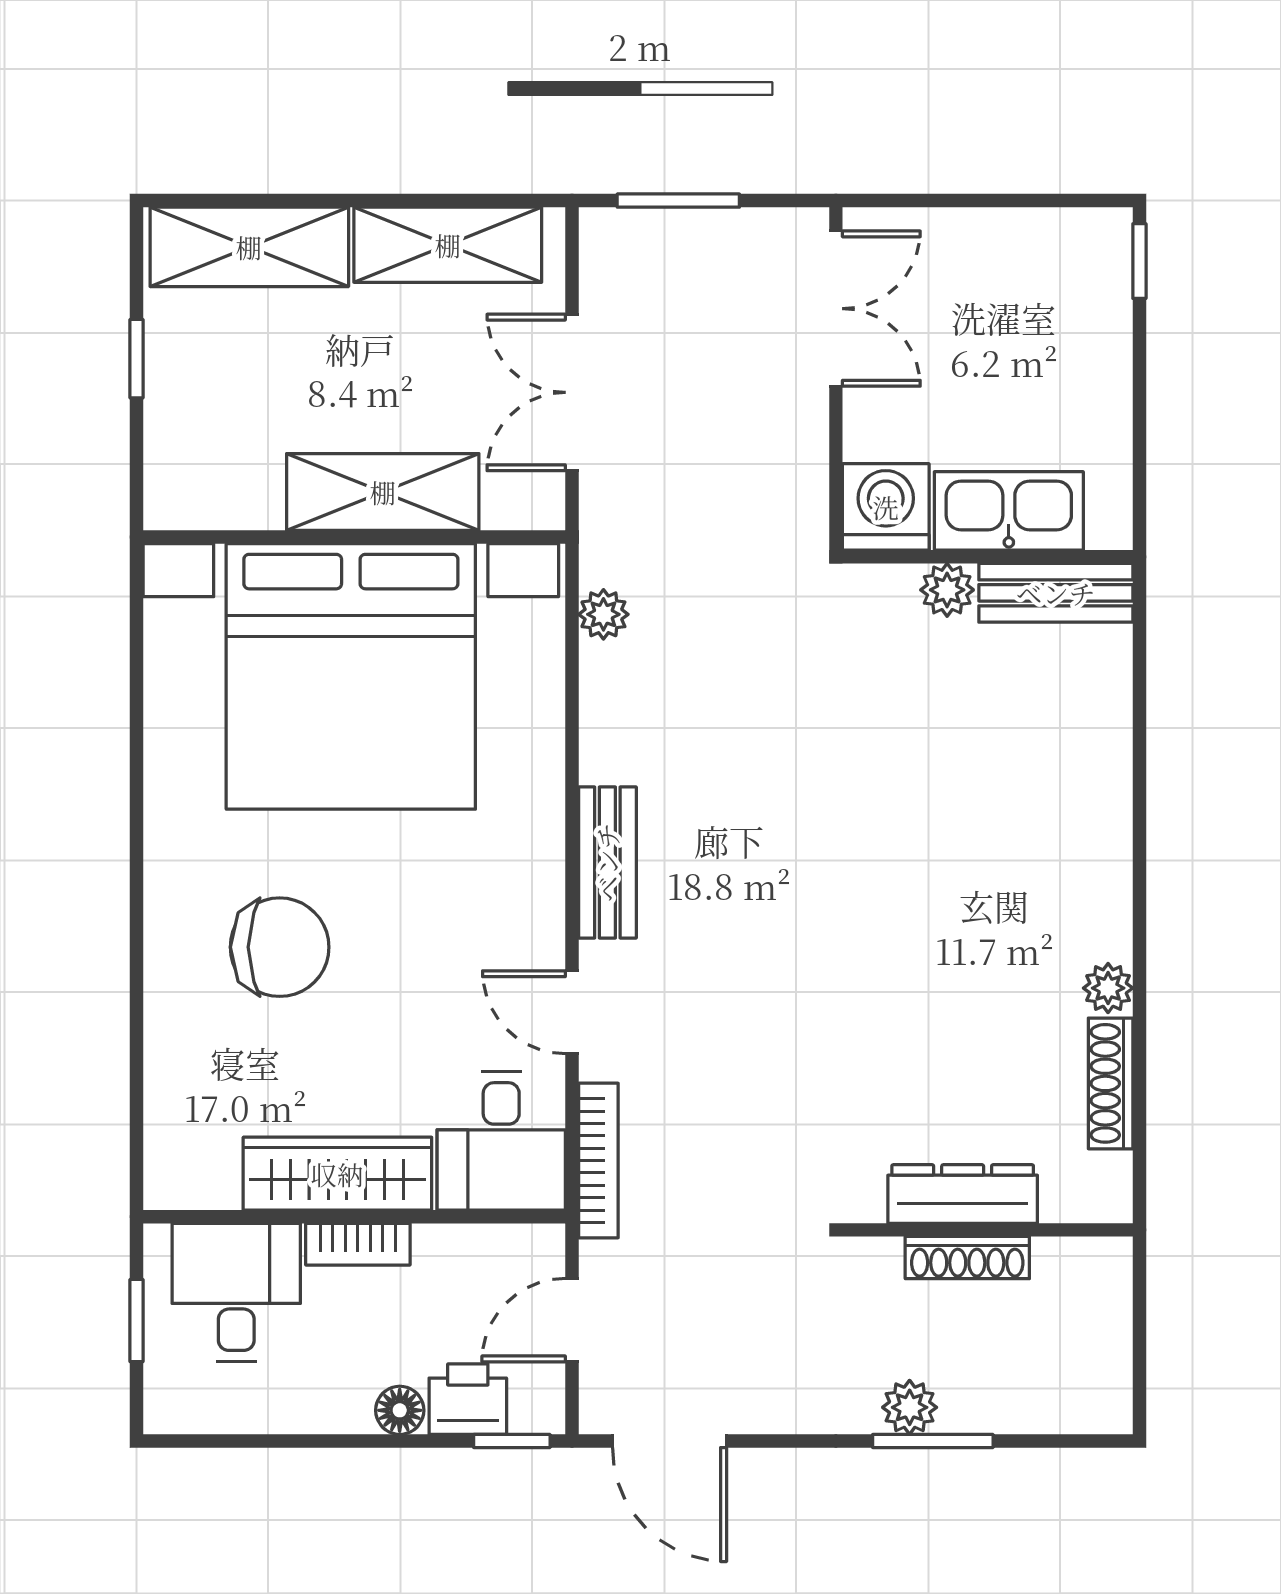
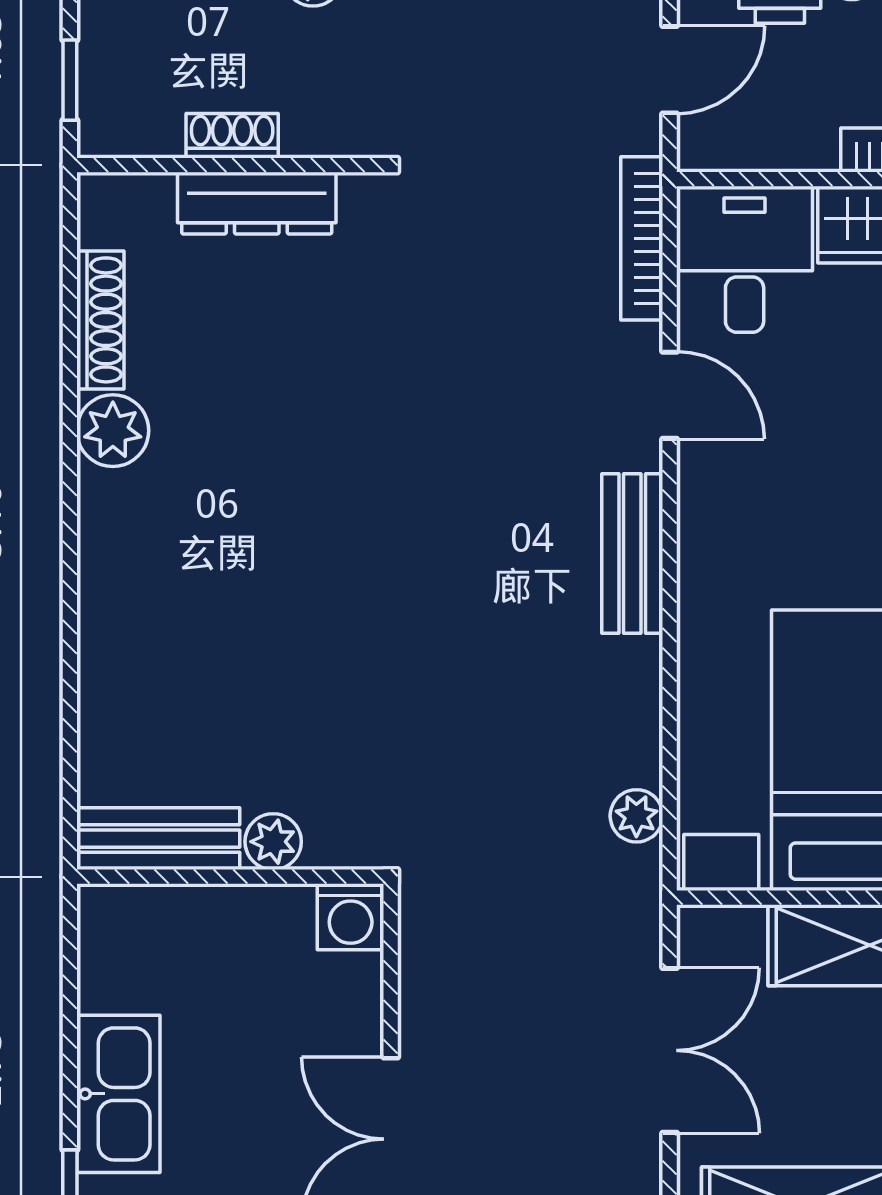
washing machine: (886, 507) -> (351, 917), width x0.73, depth x0.73
kitchen sink: (1009, 511) -> (118, 1094), moved, turned -90
plant: (1108, 988) -> (113, 431), width x1.38, depth x1.38
shoe rack: (967, 1258) -> (232, 136), width x0.70
window: (1139, 1310) -> (70, 80), added

